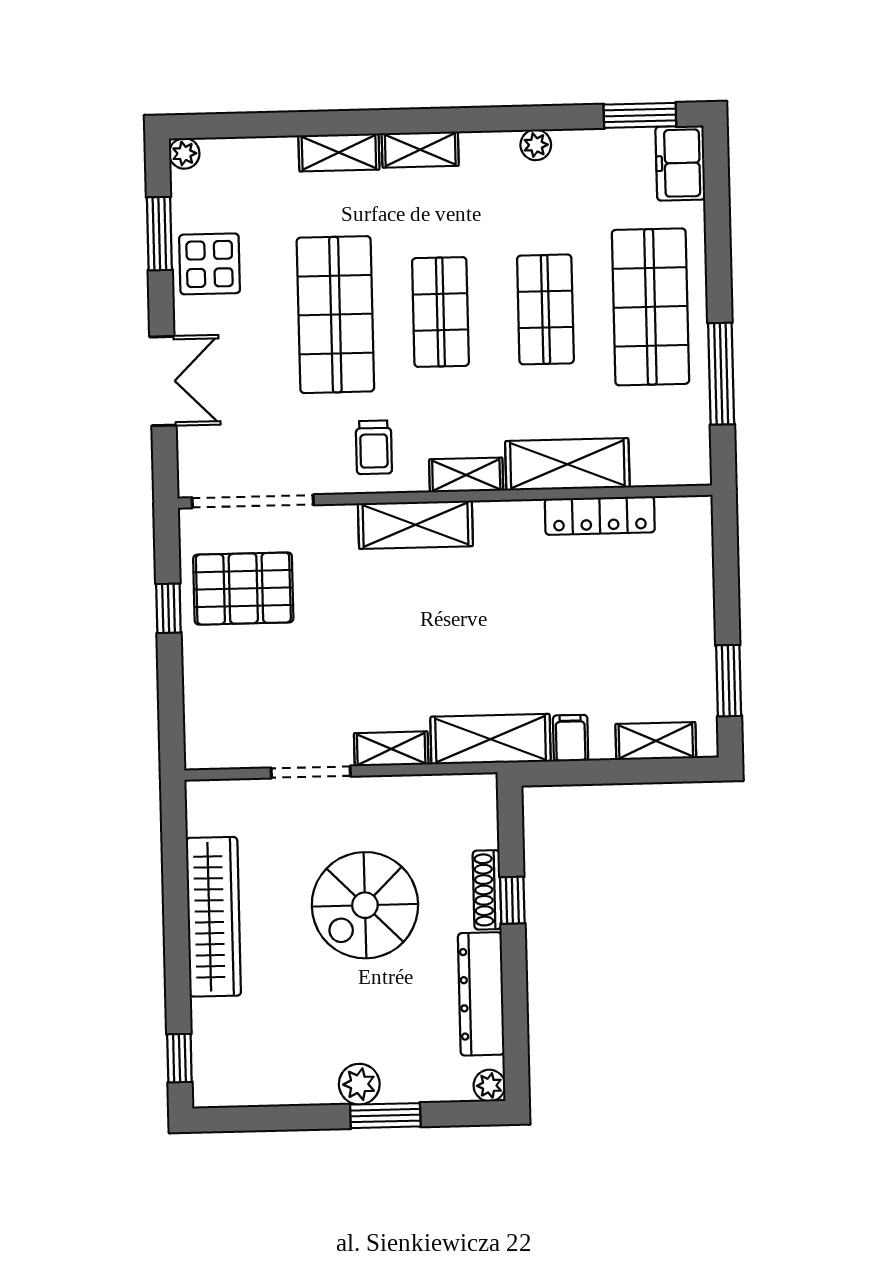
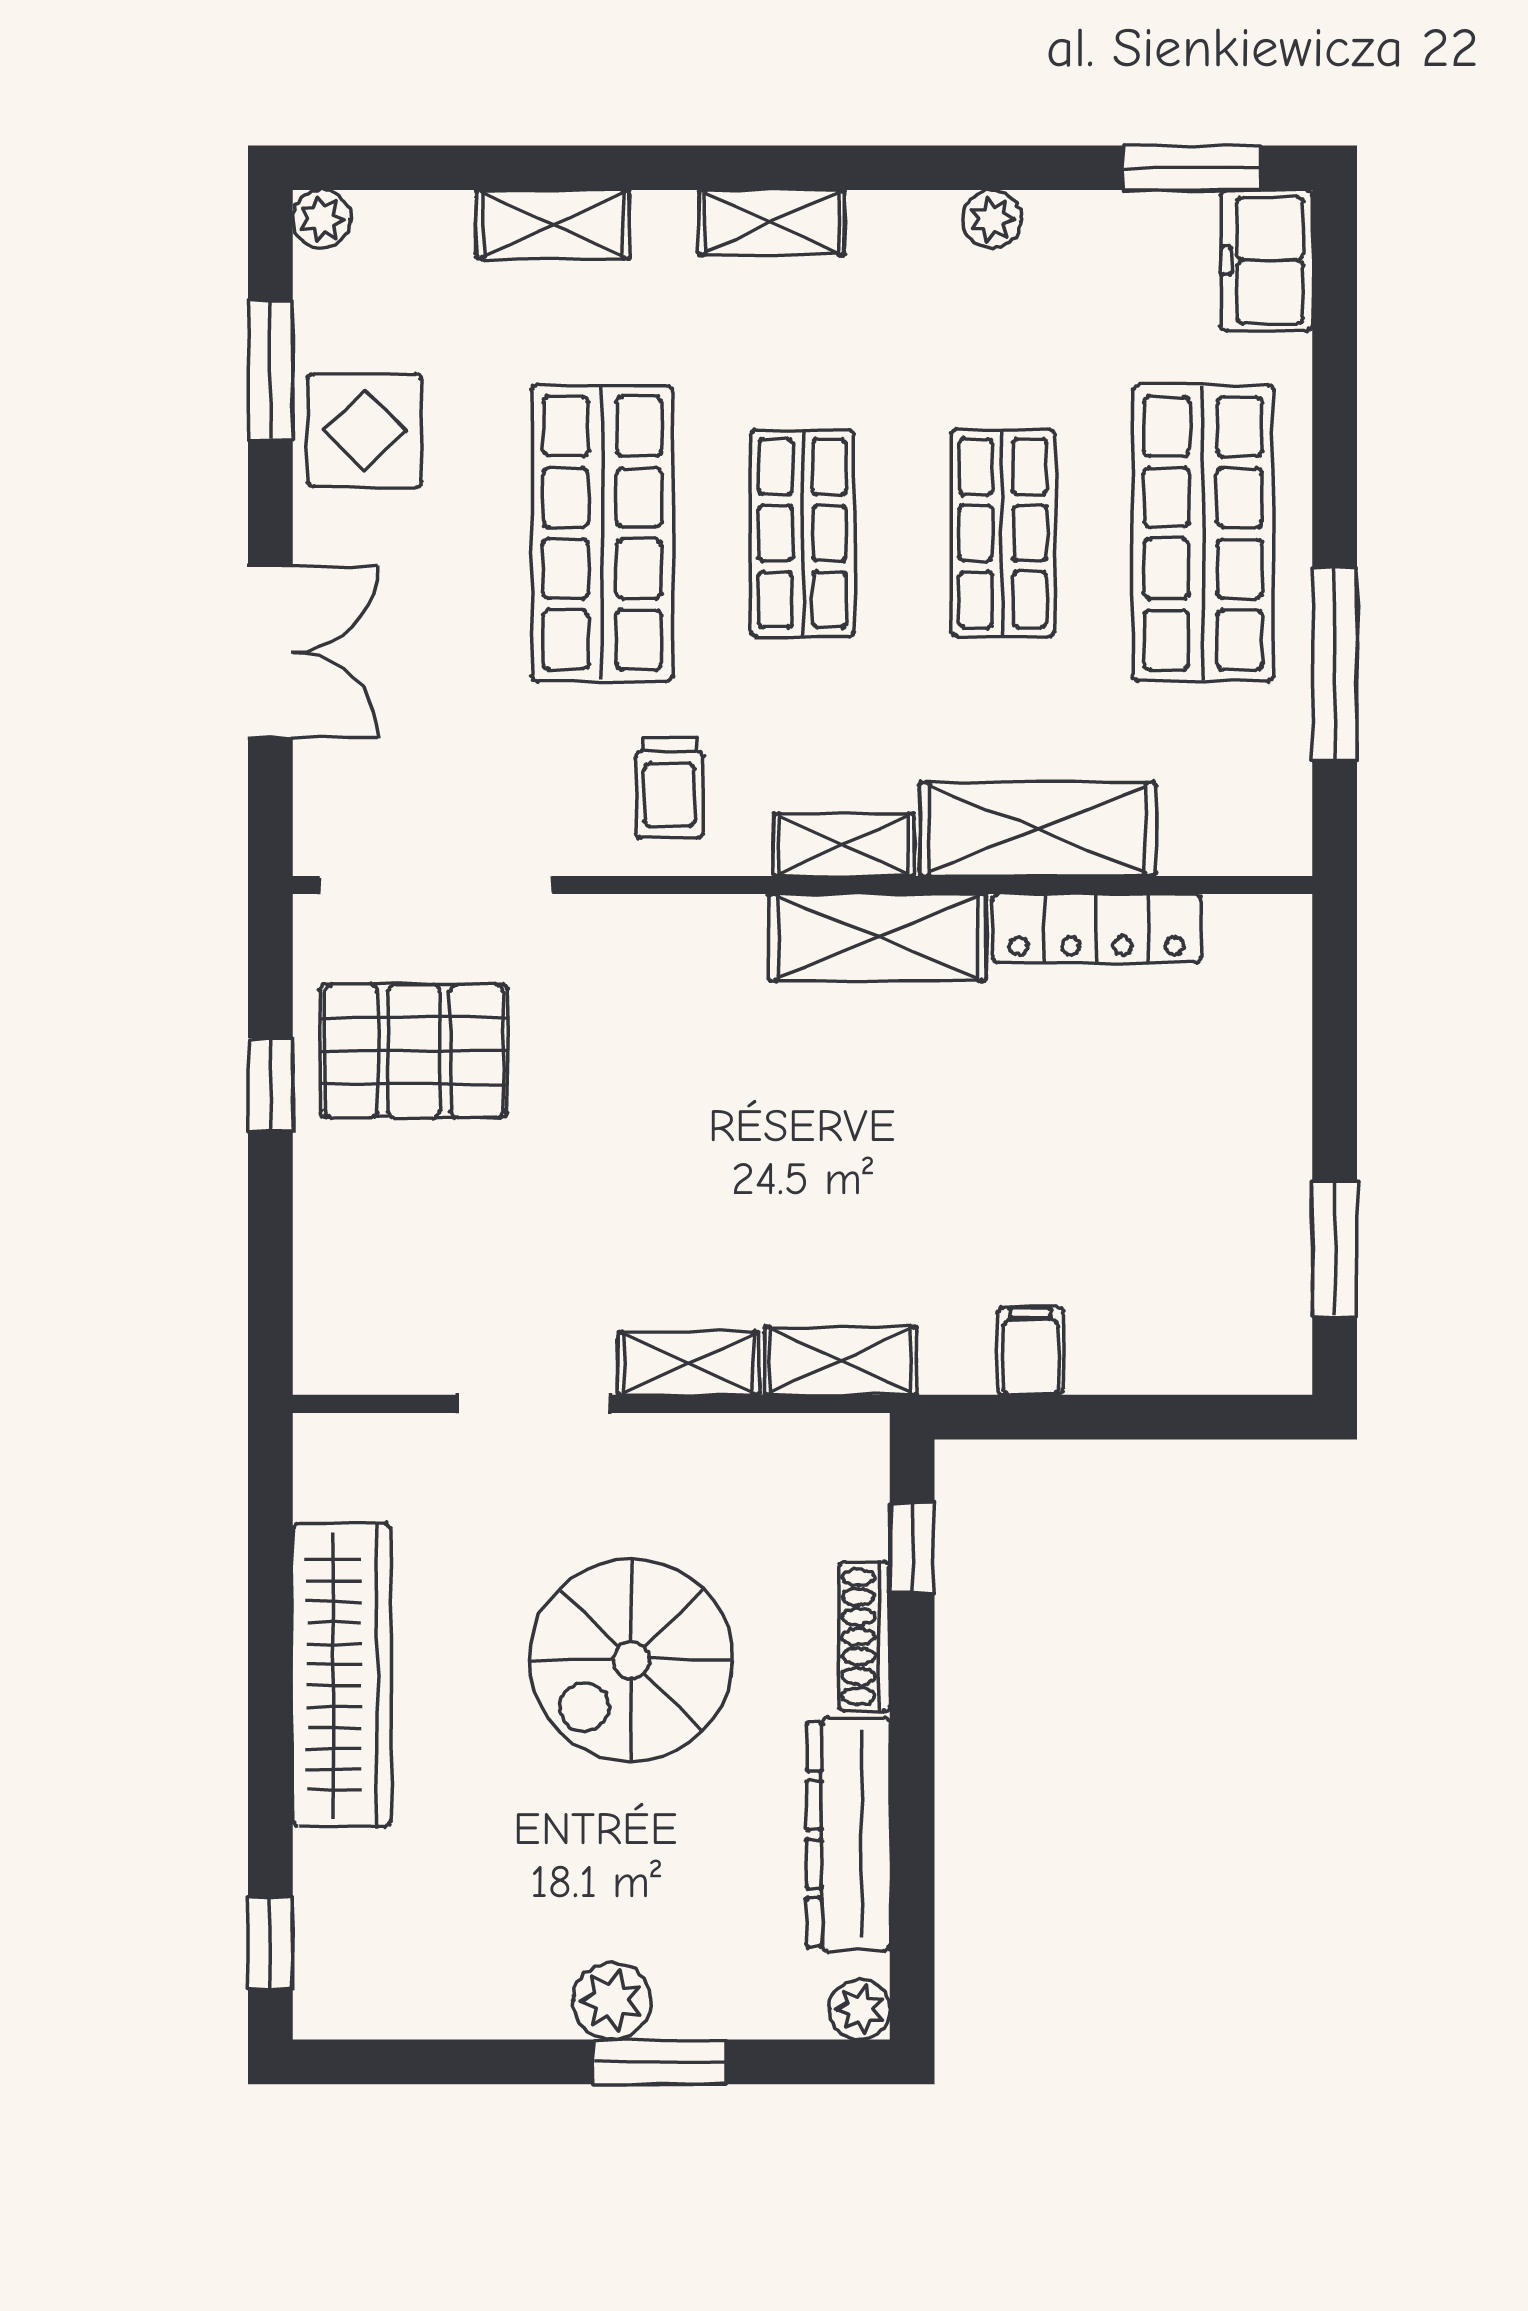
shelving: (339, 152) -> (553, 224), moved
shelving: (415, 525) -> (878, 937), moved
shelving: (491, 739) -> (840, 1361), width x0.67, depth x0.75
shelving: (656, 741) -> (1193, 1361), removed
window: (512, 900) -> (912, 1548), moved

